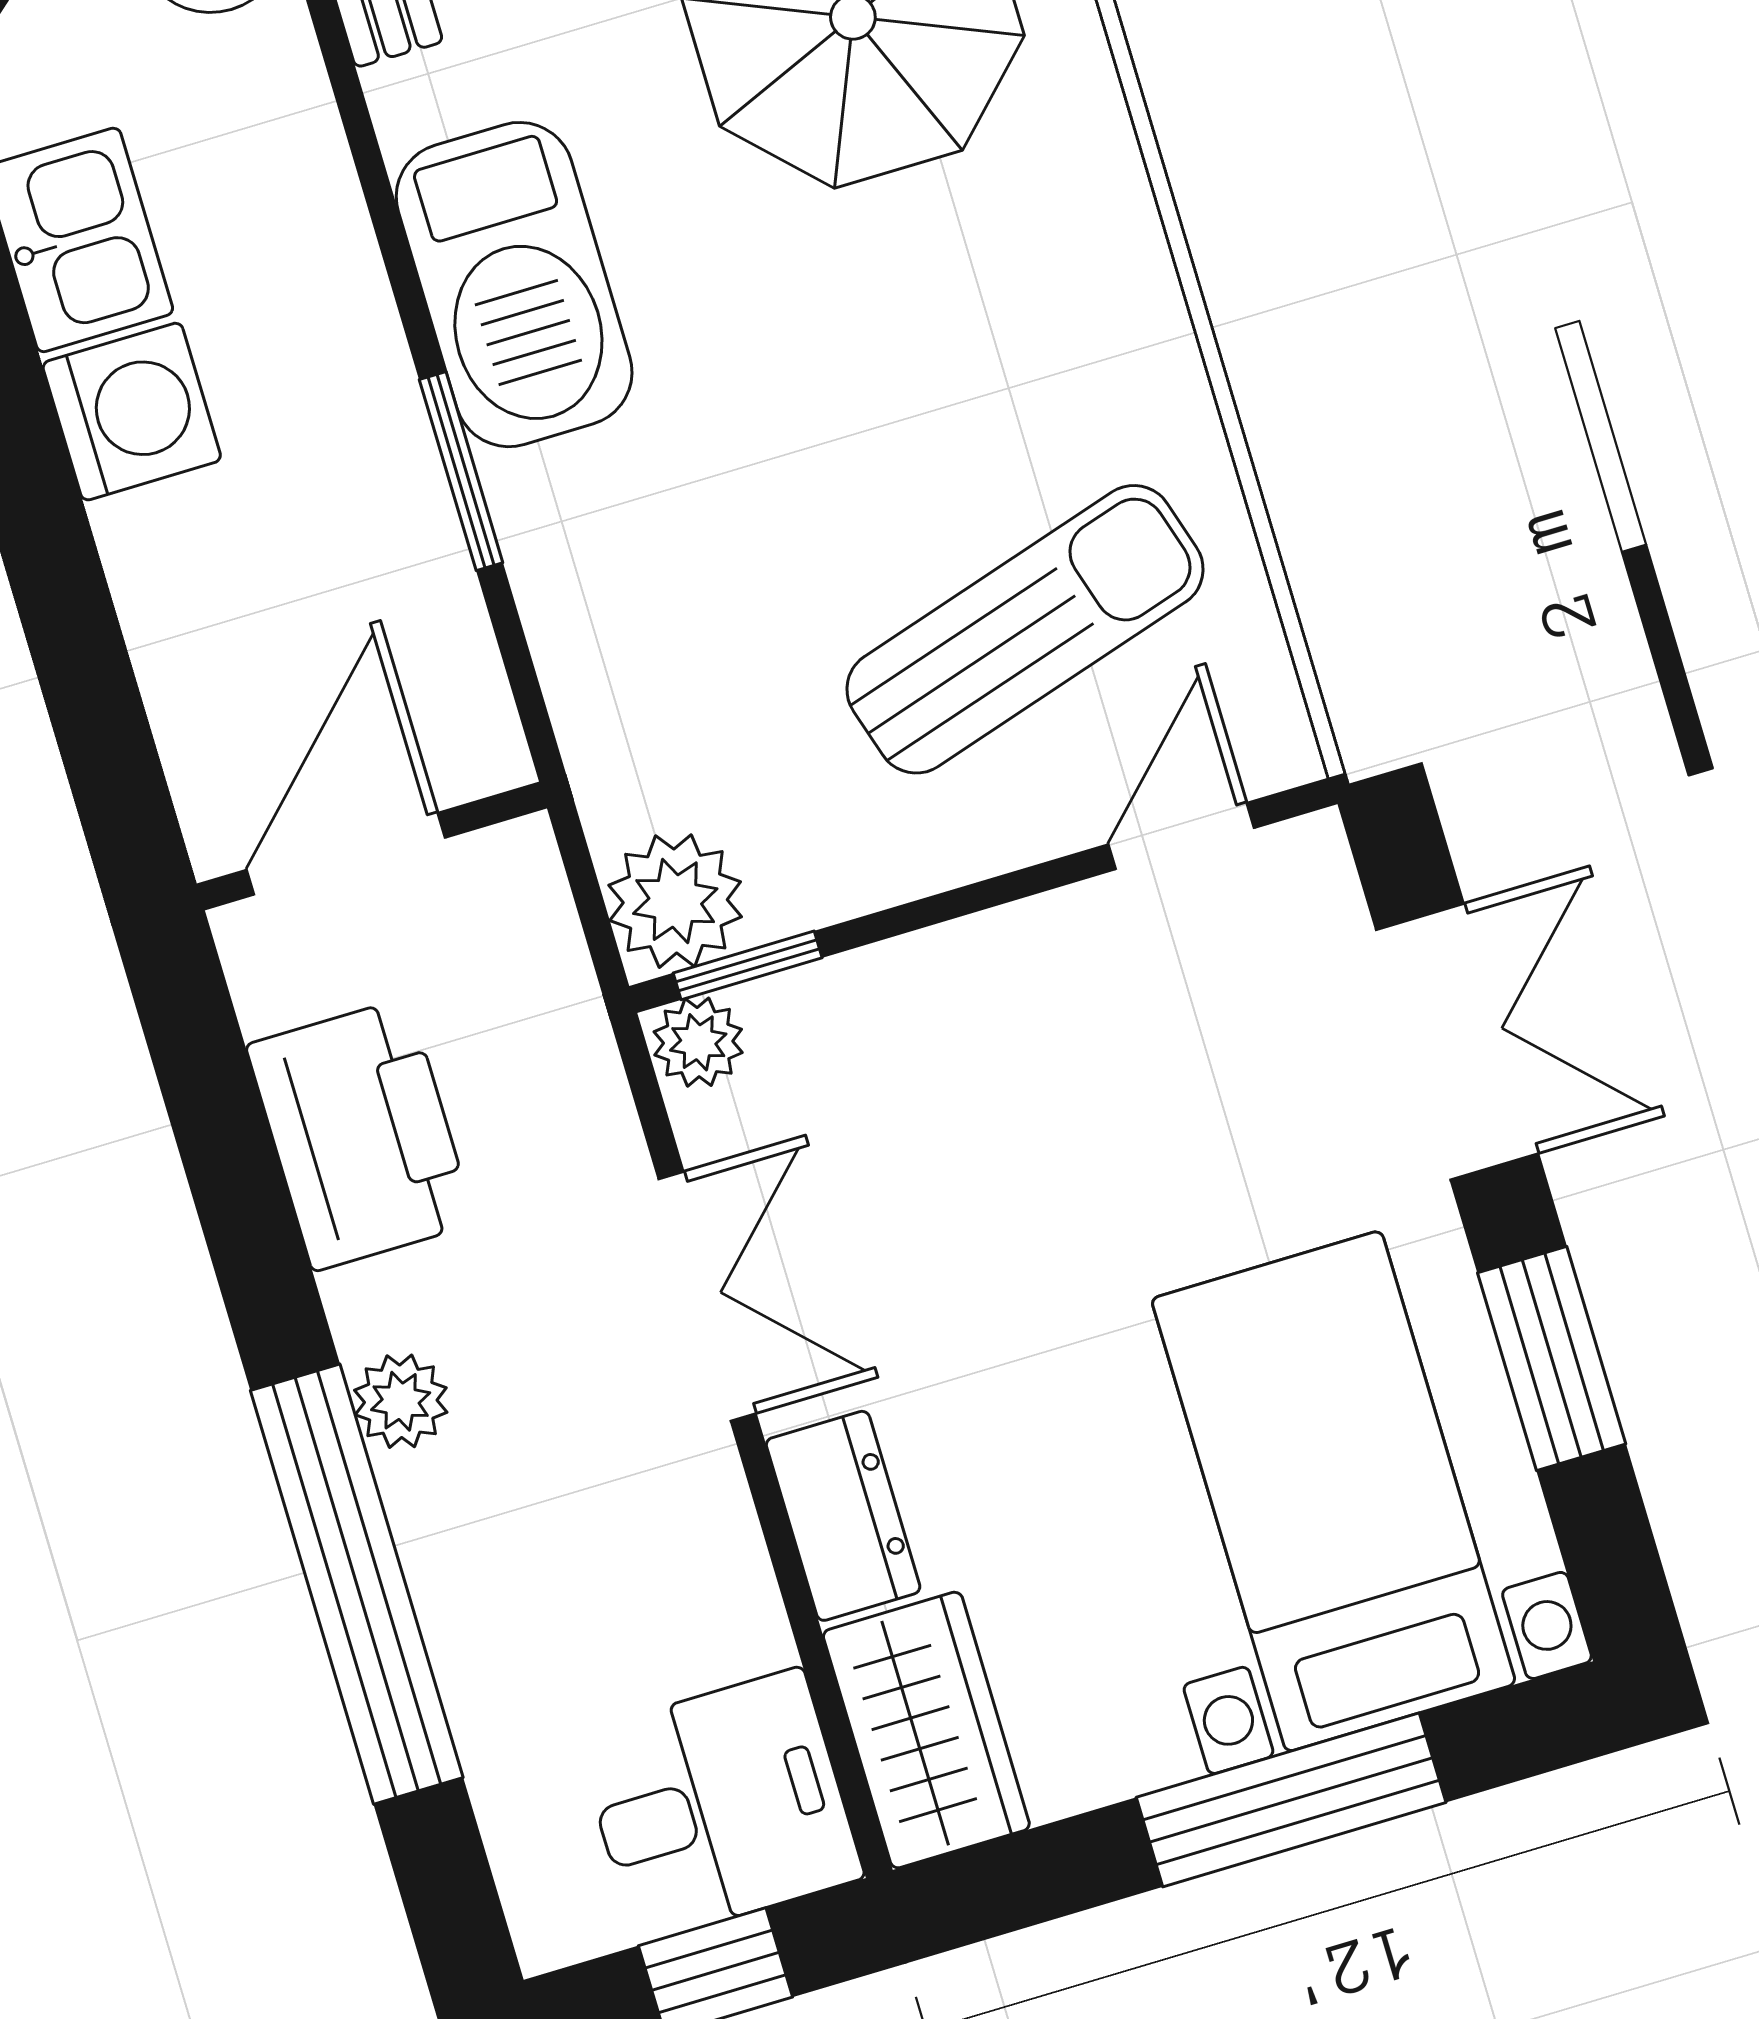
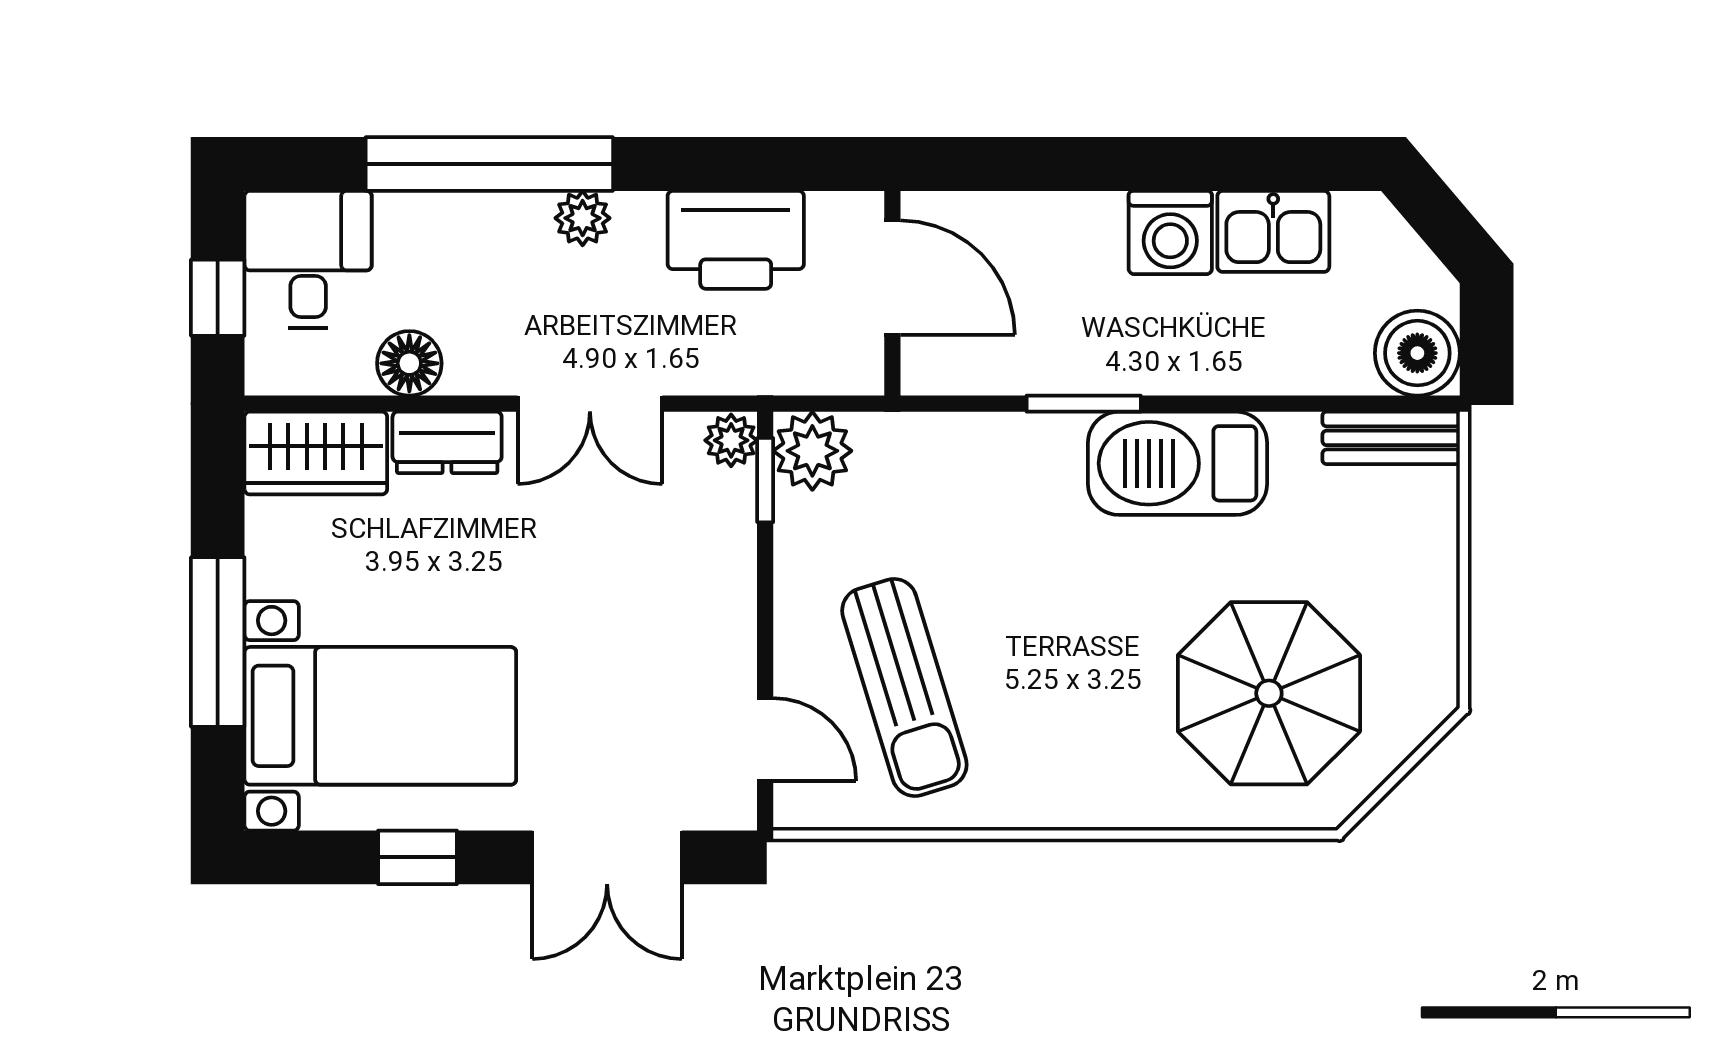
window: (1552, 1358) -> (418, 857), width x0.67
floor lamp: (730, 1618) -> (409, 363), added
desk: (719, 1806) -> (308, 259), moved, turned 180

